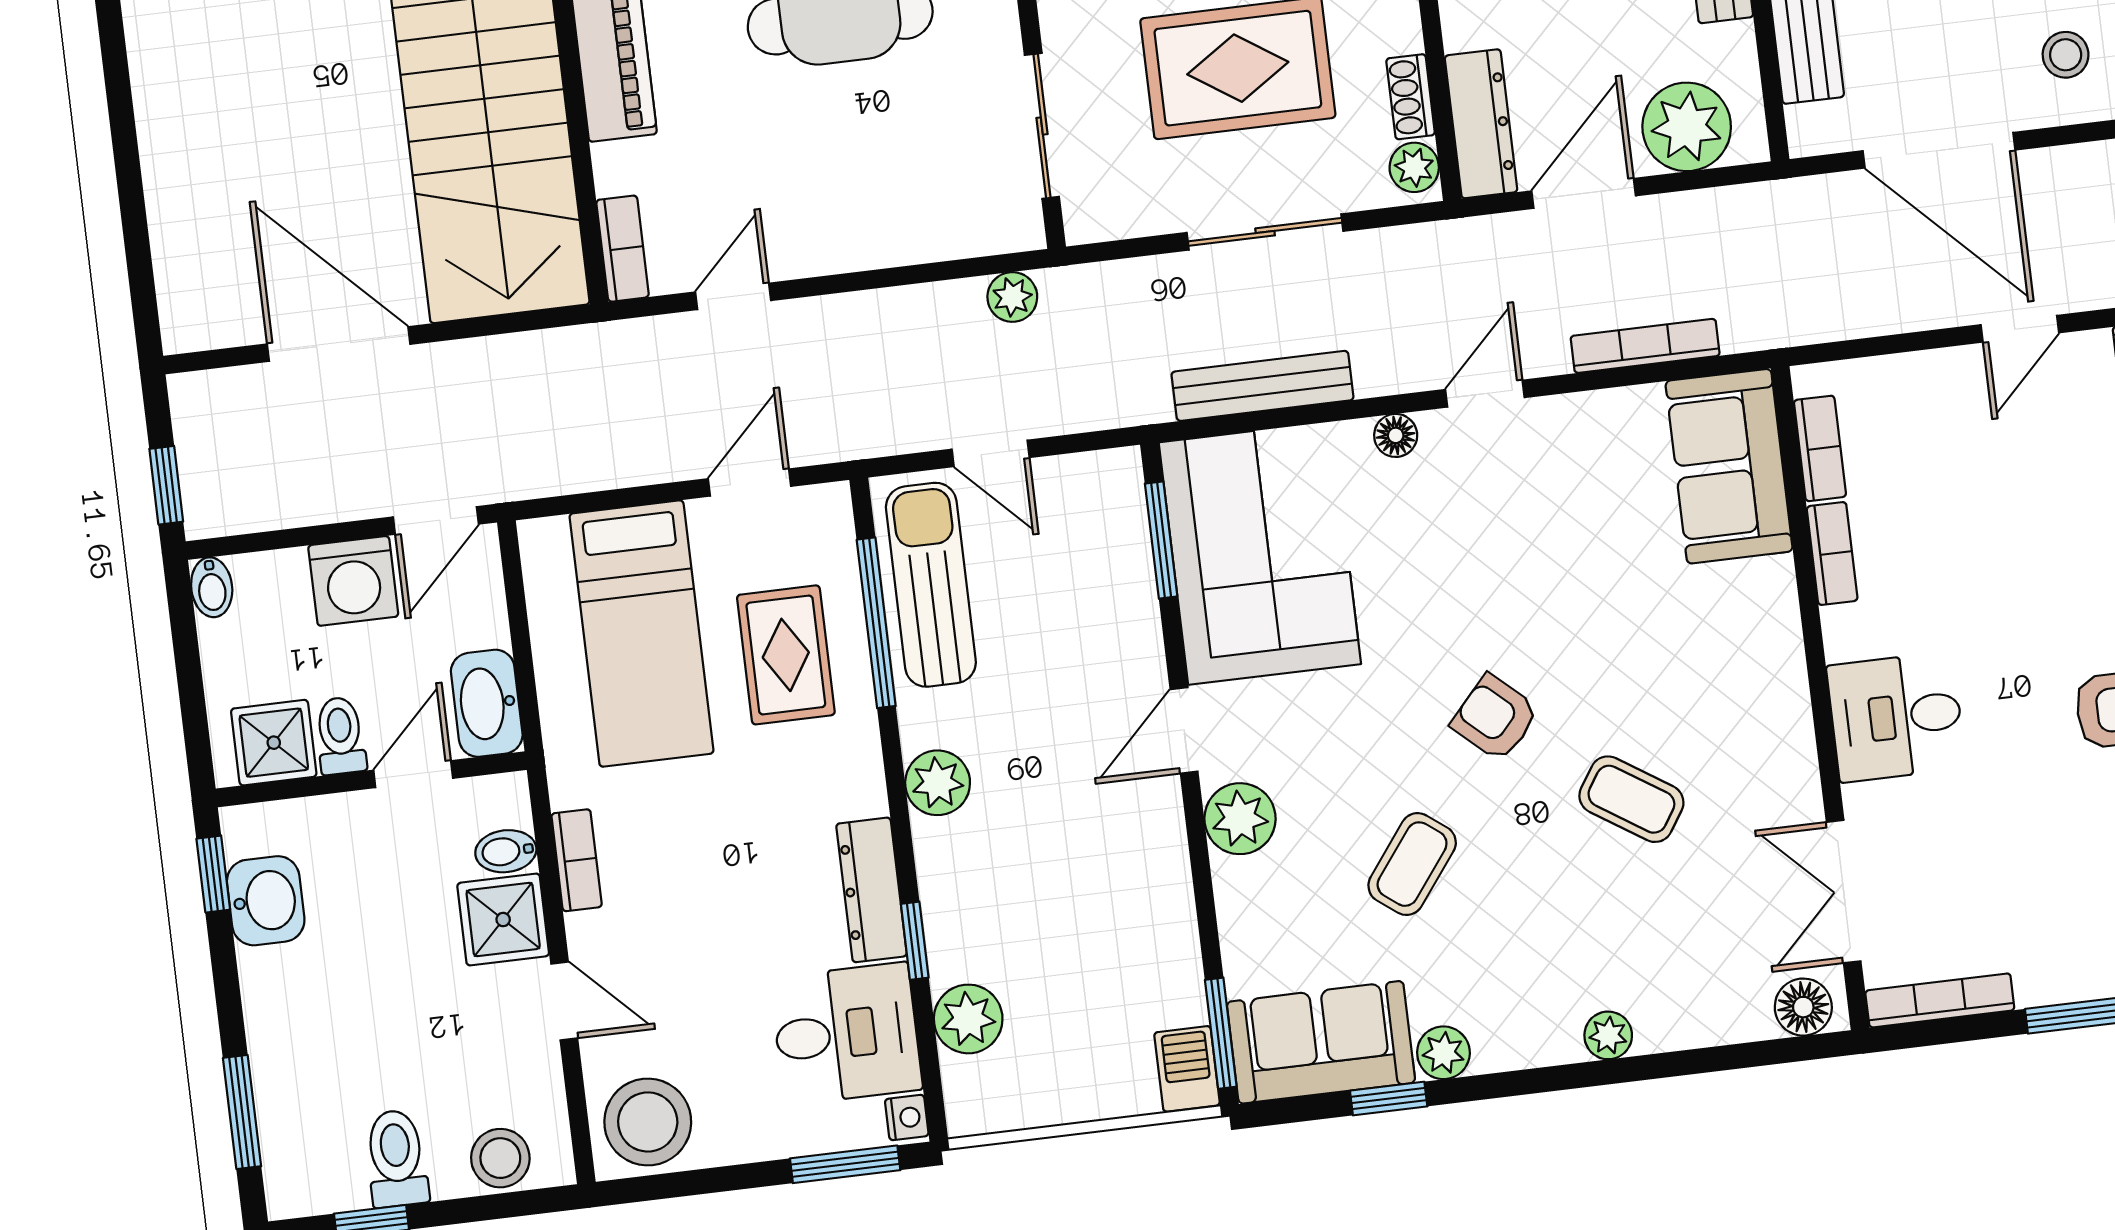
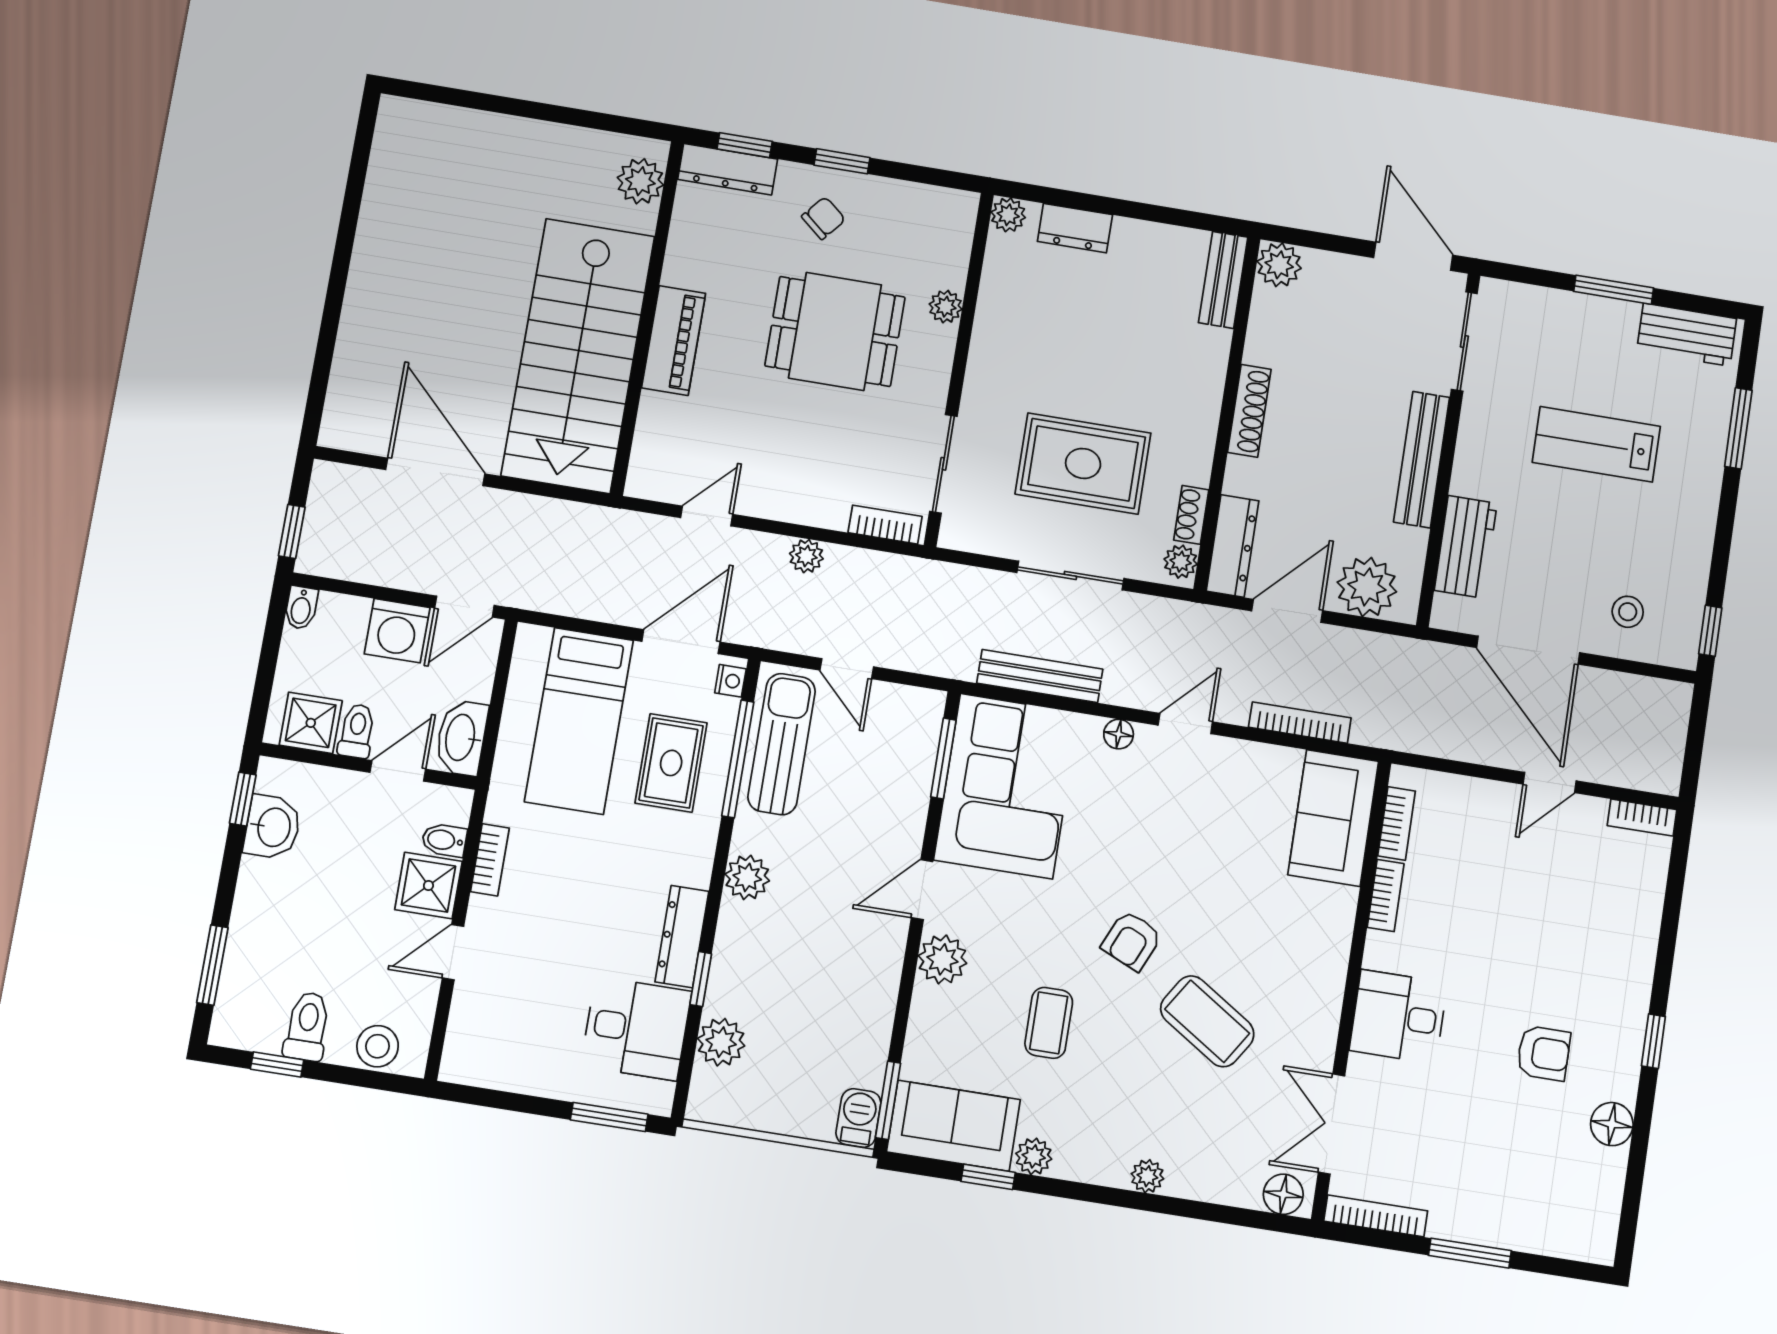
bookcase: (623, 249) -> (885, 525), moved, turned -90
plant: (1012, 297) -> (806, 556), moved
door: (750, 483) -> (681, 642), width x1.37
armchair: (1495, 718) -> (1132, 941), turned -108
coffee table: (1631, 799) -> (1207, 1021), width x1.36, depth x1.30
coffee table: (1412, 864) -> (1049, 1023), turned -37
door: (564, 1001) -> (453, 952), swing flipped
nightstand: (907, 1118) -> (730, 681), moved
stool: (648, 1122) -> (485, 1050), removed

